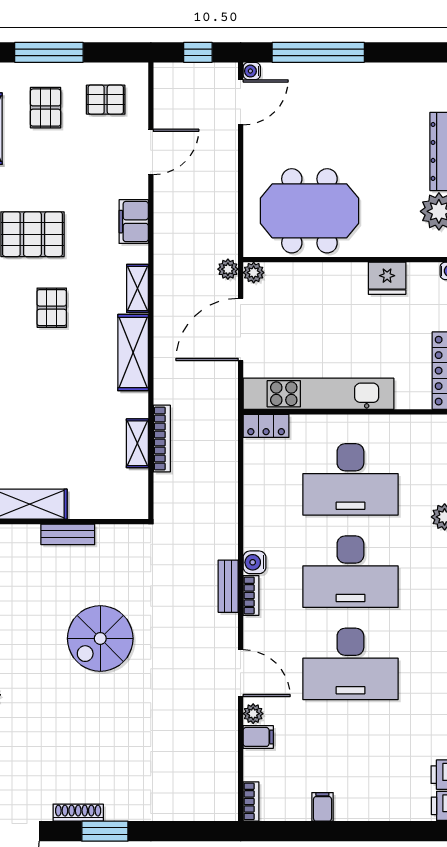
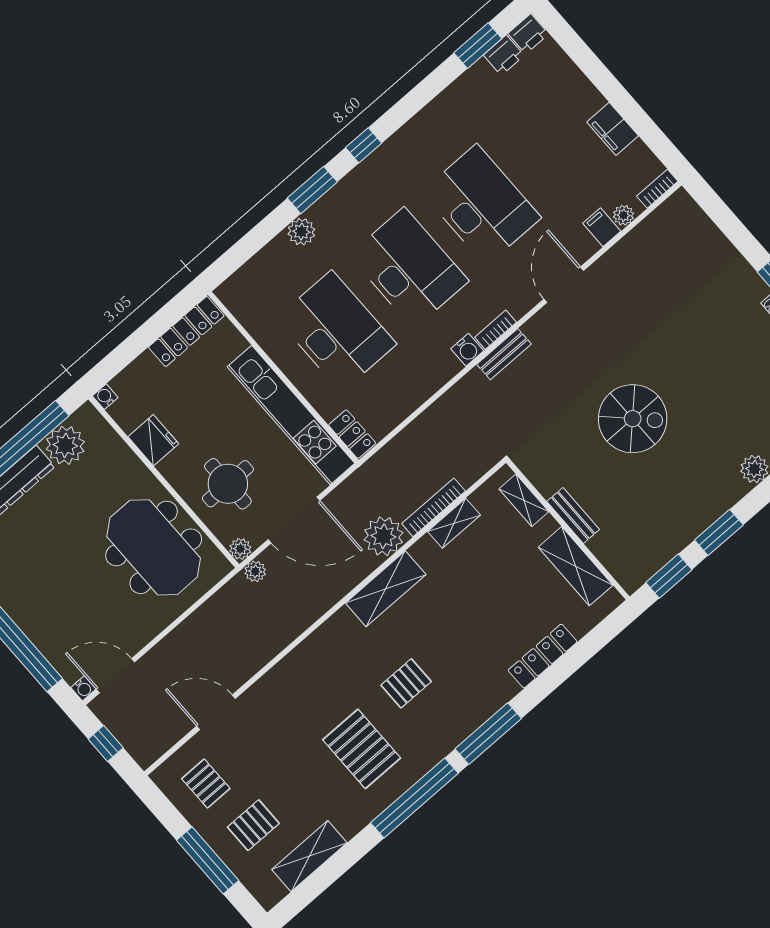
filing cabinet: (134, 222) -> (282, 678), removed
shelving: (137, 288) -> (524, 500), moved, turned 90
round table: (309, 305) -> (228, 484), added
plant: (172, 384) -> (383, 536), added
plant: (253, 714) -> (624, 215), moved
filing cabinet: (322, 807) -> (613, 129), width x2.00

